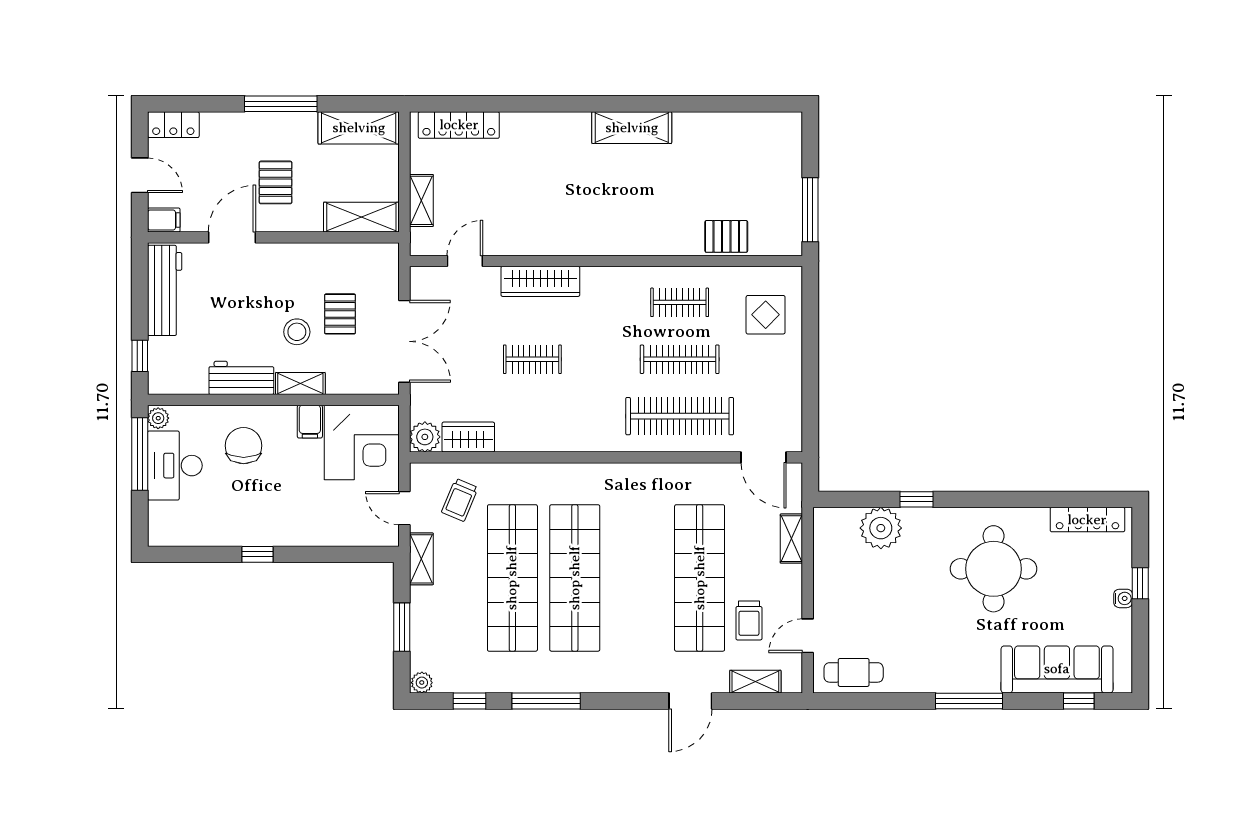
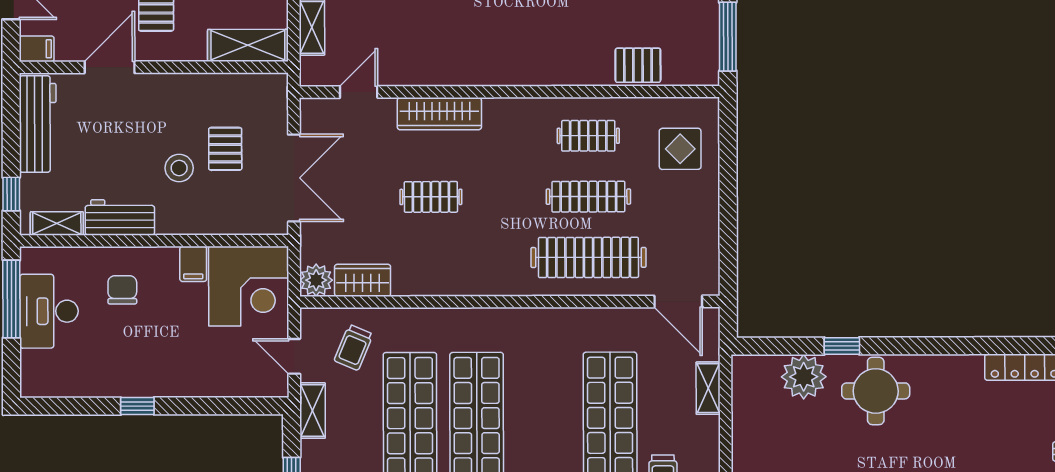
shelving: (300, 384) -> (57, 224), moved
plant: (158, 418) -> (31, 261), removed
chair: (244, 446) -> (122, 290), width x0.73, depth x0.73
round table: (994, 569) -> (876, 391), moved, width x0.73, depth x0.73

